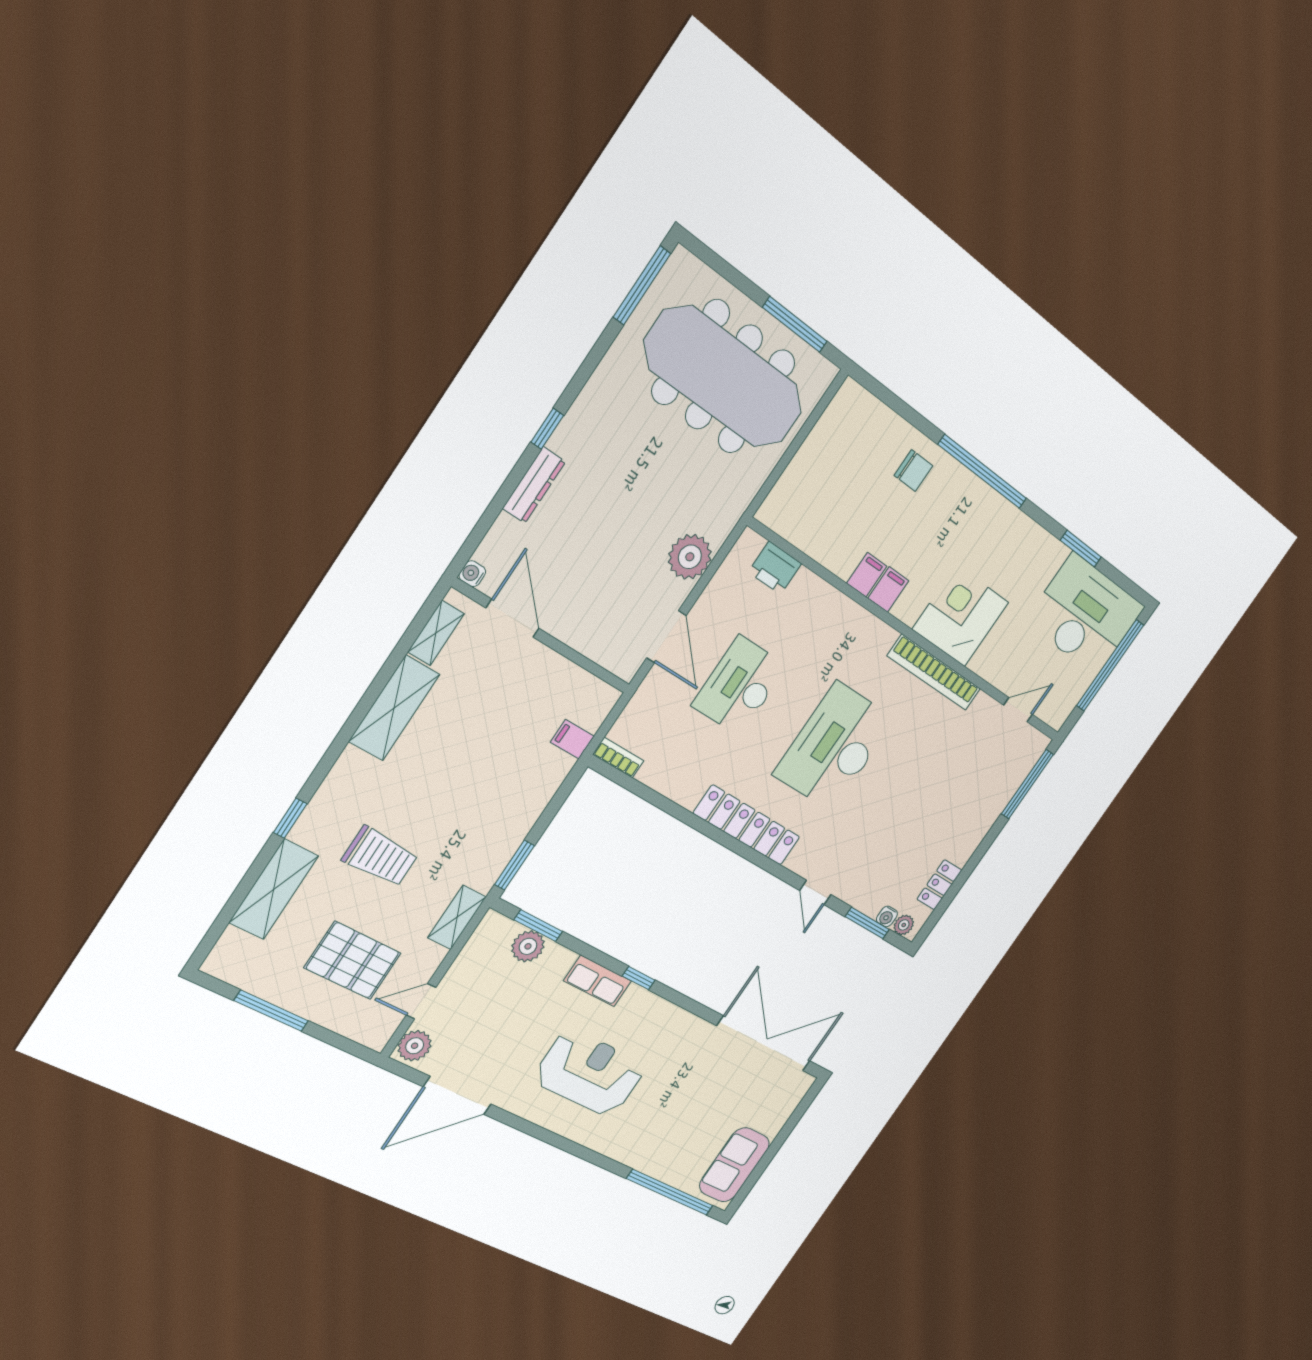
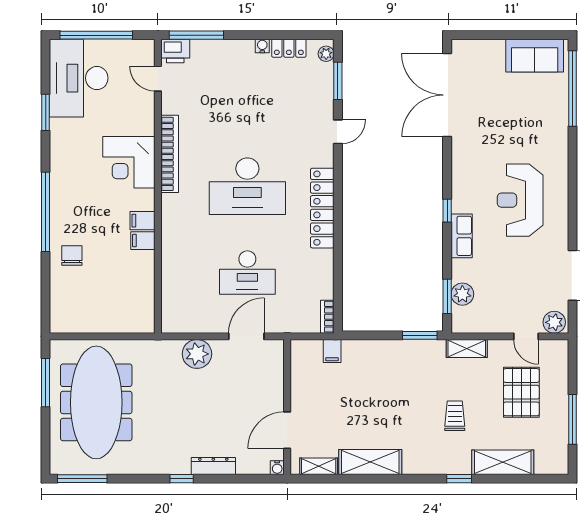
printer: (775, 568) -> (175, 51), moved, turned 90
trolley: (380, 857) -> (455, 416), width x0.73, depth x0.72
water cooler: (887, 916) -> (262, 46), moved, turned -90

